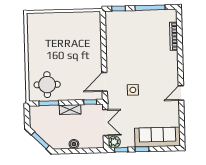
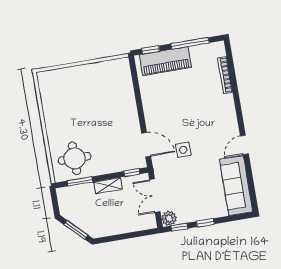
piano: (129, 19) -> (165, 61), added
door: (105, 82) -> (146, 145), swing flipped
double door: (106, 123) -> (155, 196), swing flipped
sofa: (157, 137) -> (236, 186), moved, turned -90
boiler: (74, 144) -> (119, 228), removed

